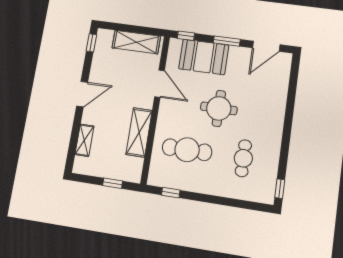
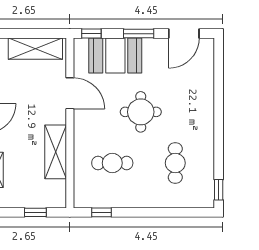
cafe table: (187, 150) -> (112, 163), width x0.73, depth x0.74

